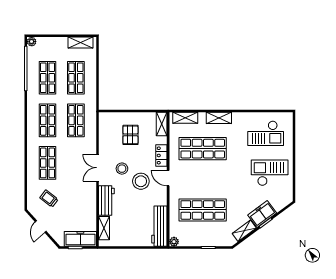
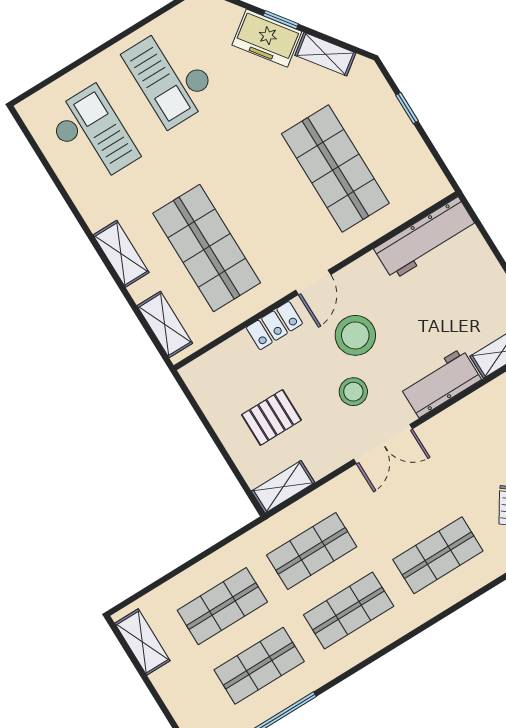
shelving: (162, 124) -> (283, 487), moved
plant: (174, 242) -> (439, 188), removed

